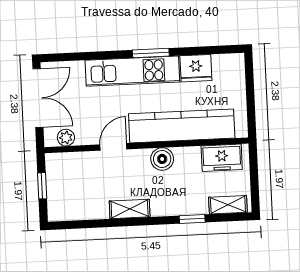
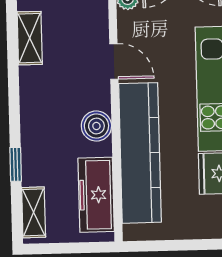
freezer: (222, 158) -> (96, 195), width x1.40
shelving: (130, 209) -> (30, 38), moved

